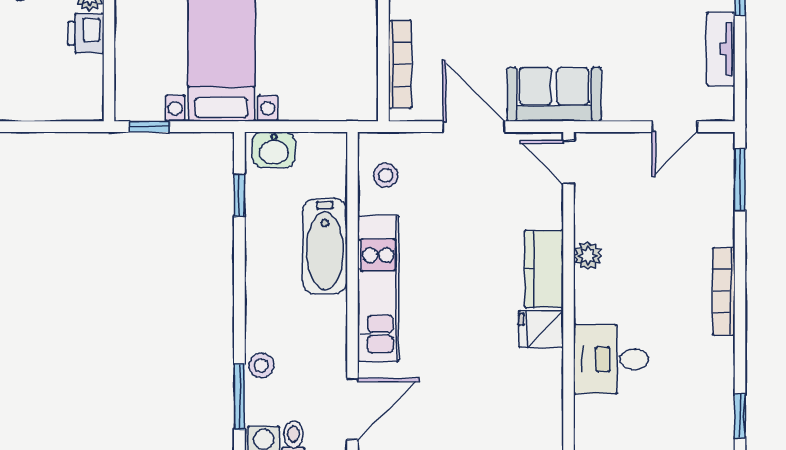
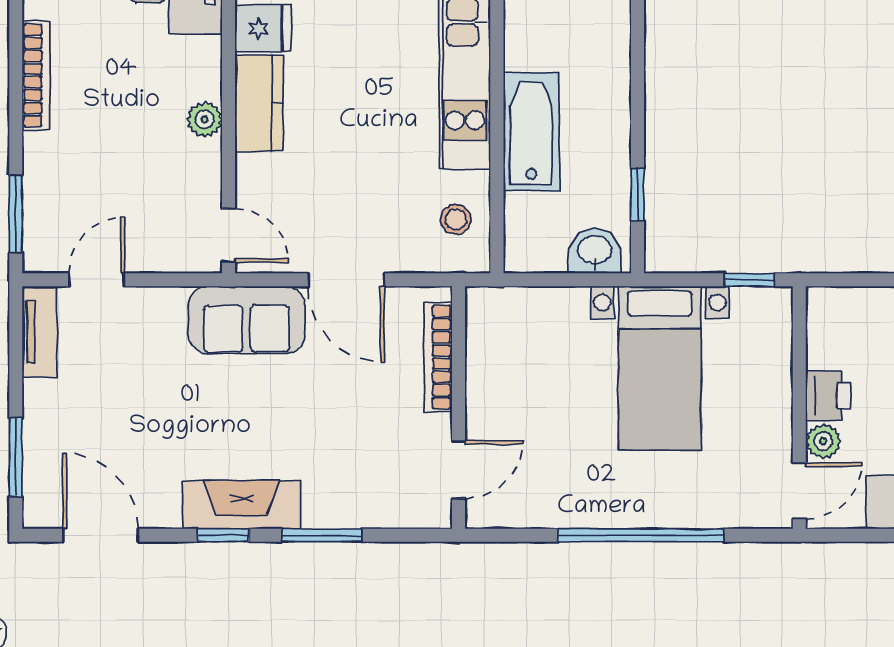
tv unit: (721, 49) -> (40, 332), moved

